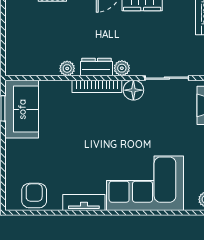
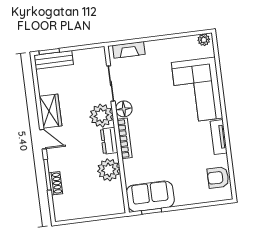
plant: (67, 68) -> (109, 170), width x1.87, depth x1.87
plant: (122, 68) -> (101, 116), width x1.87, depth x1.87

